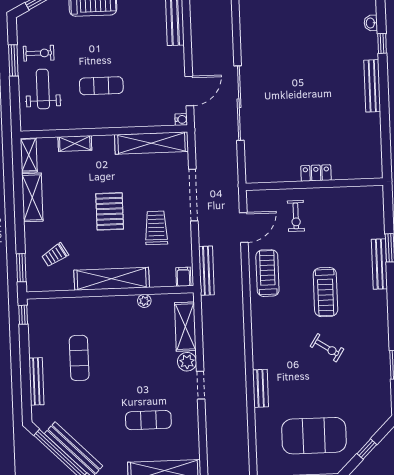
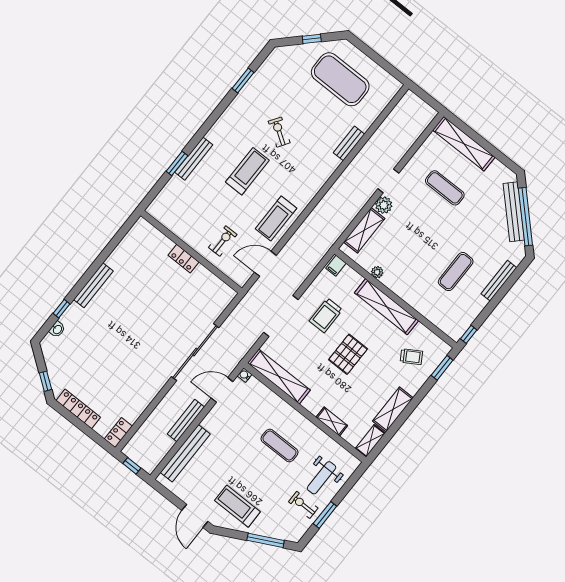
bench: (206, 271) -> (186, 421), moved

